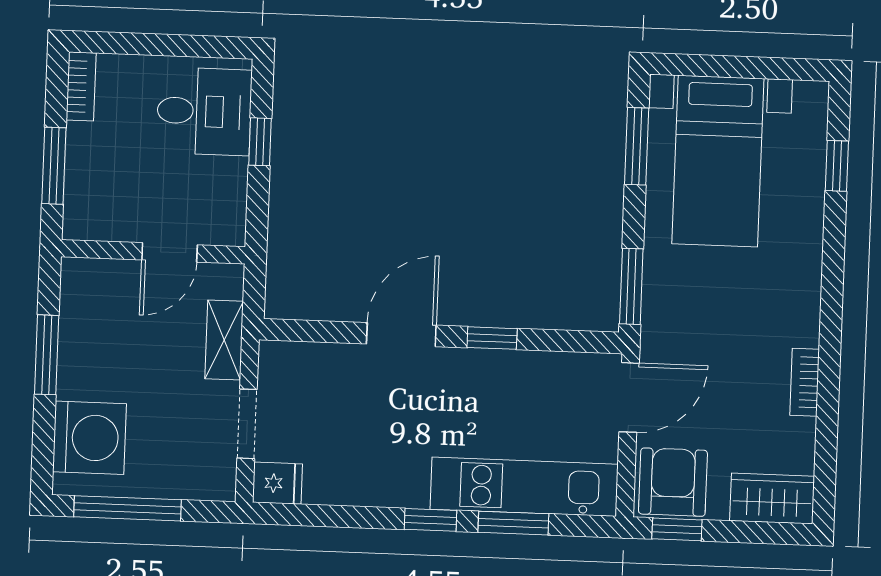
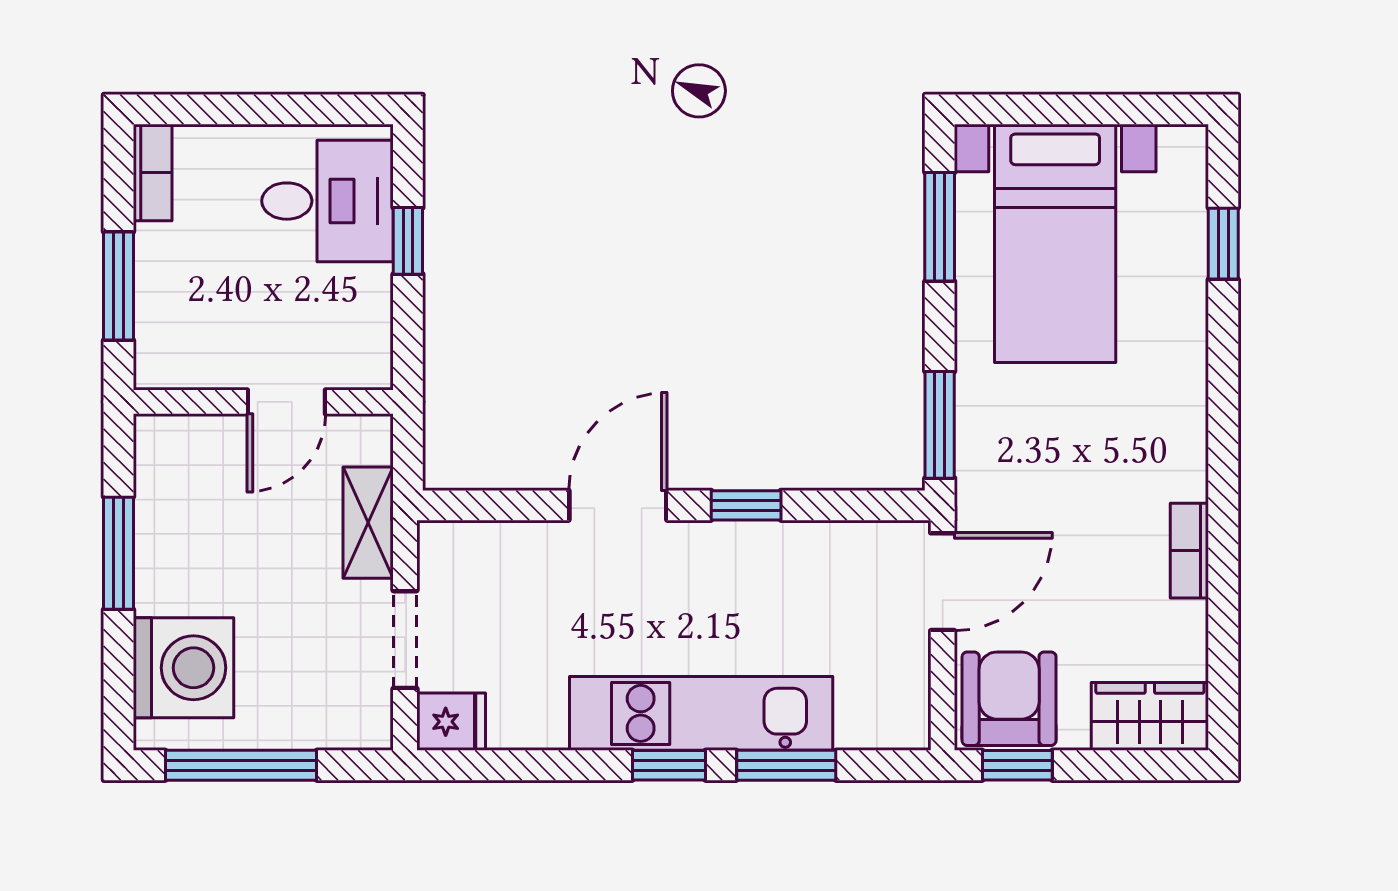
kitchen unit: (524, 487) -> (701, 713), moved

